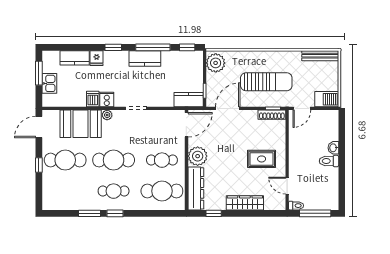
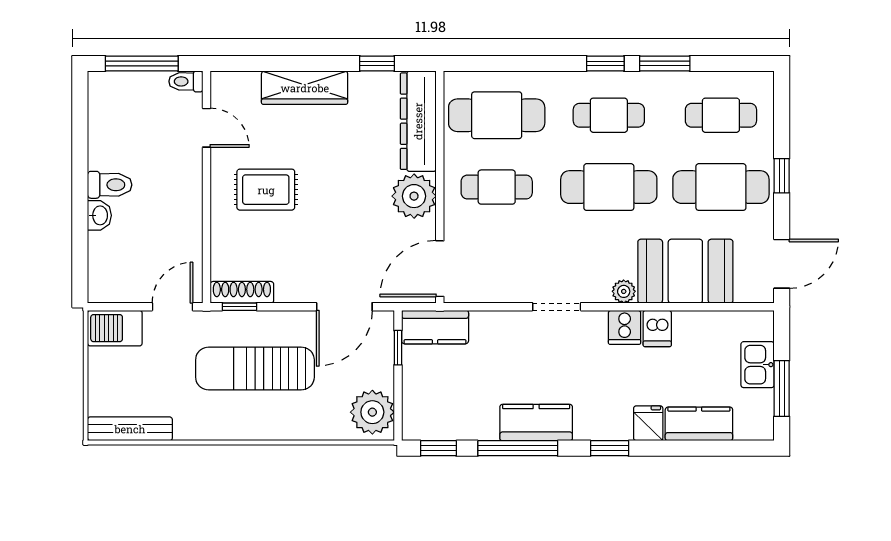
cafe table: (65, 191) -> (721, 115), added

